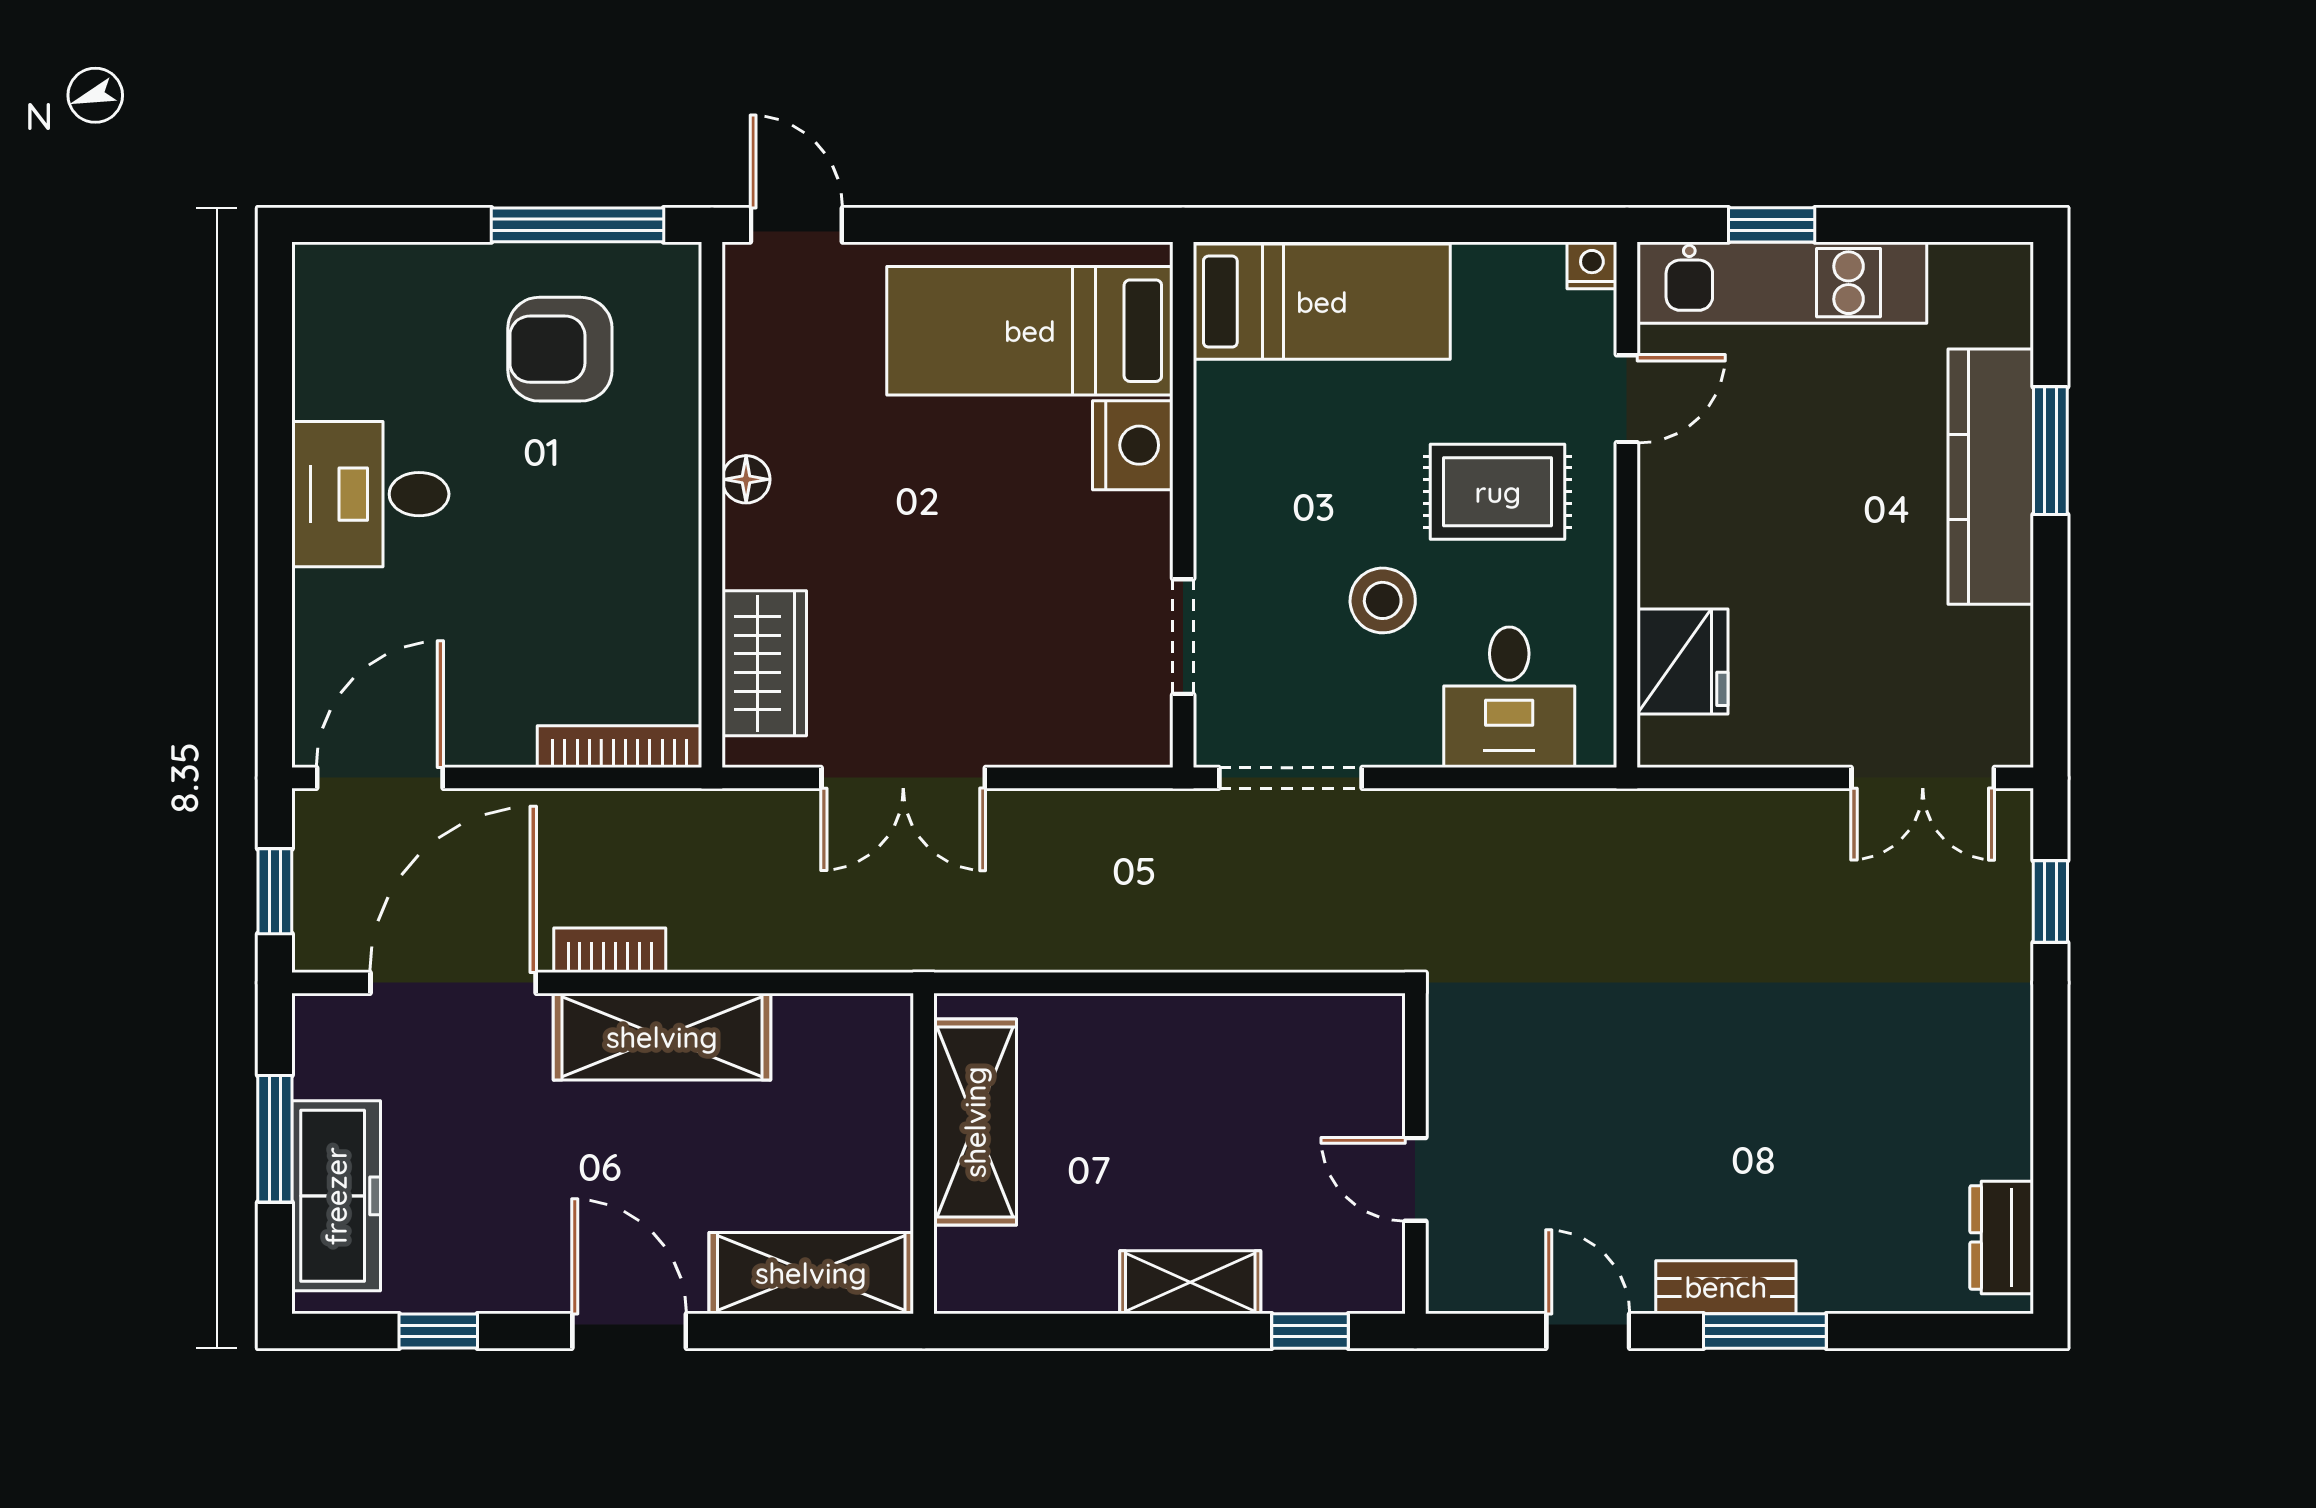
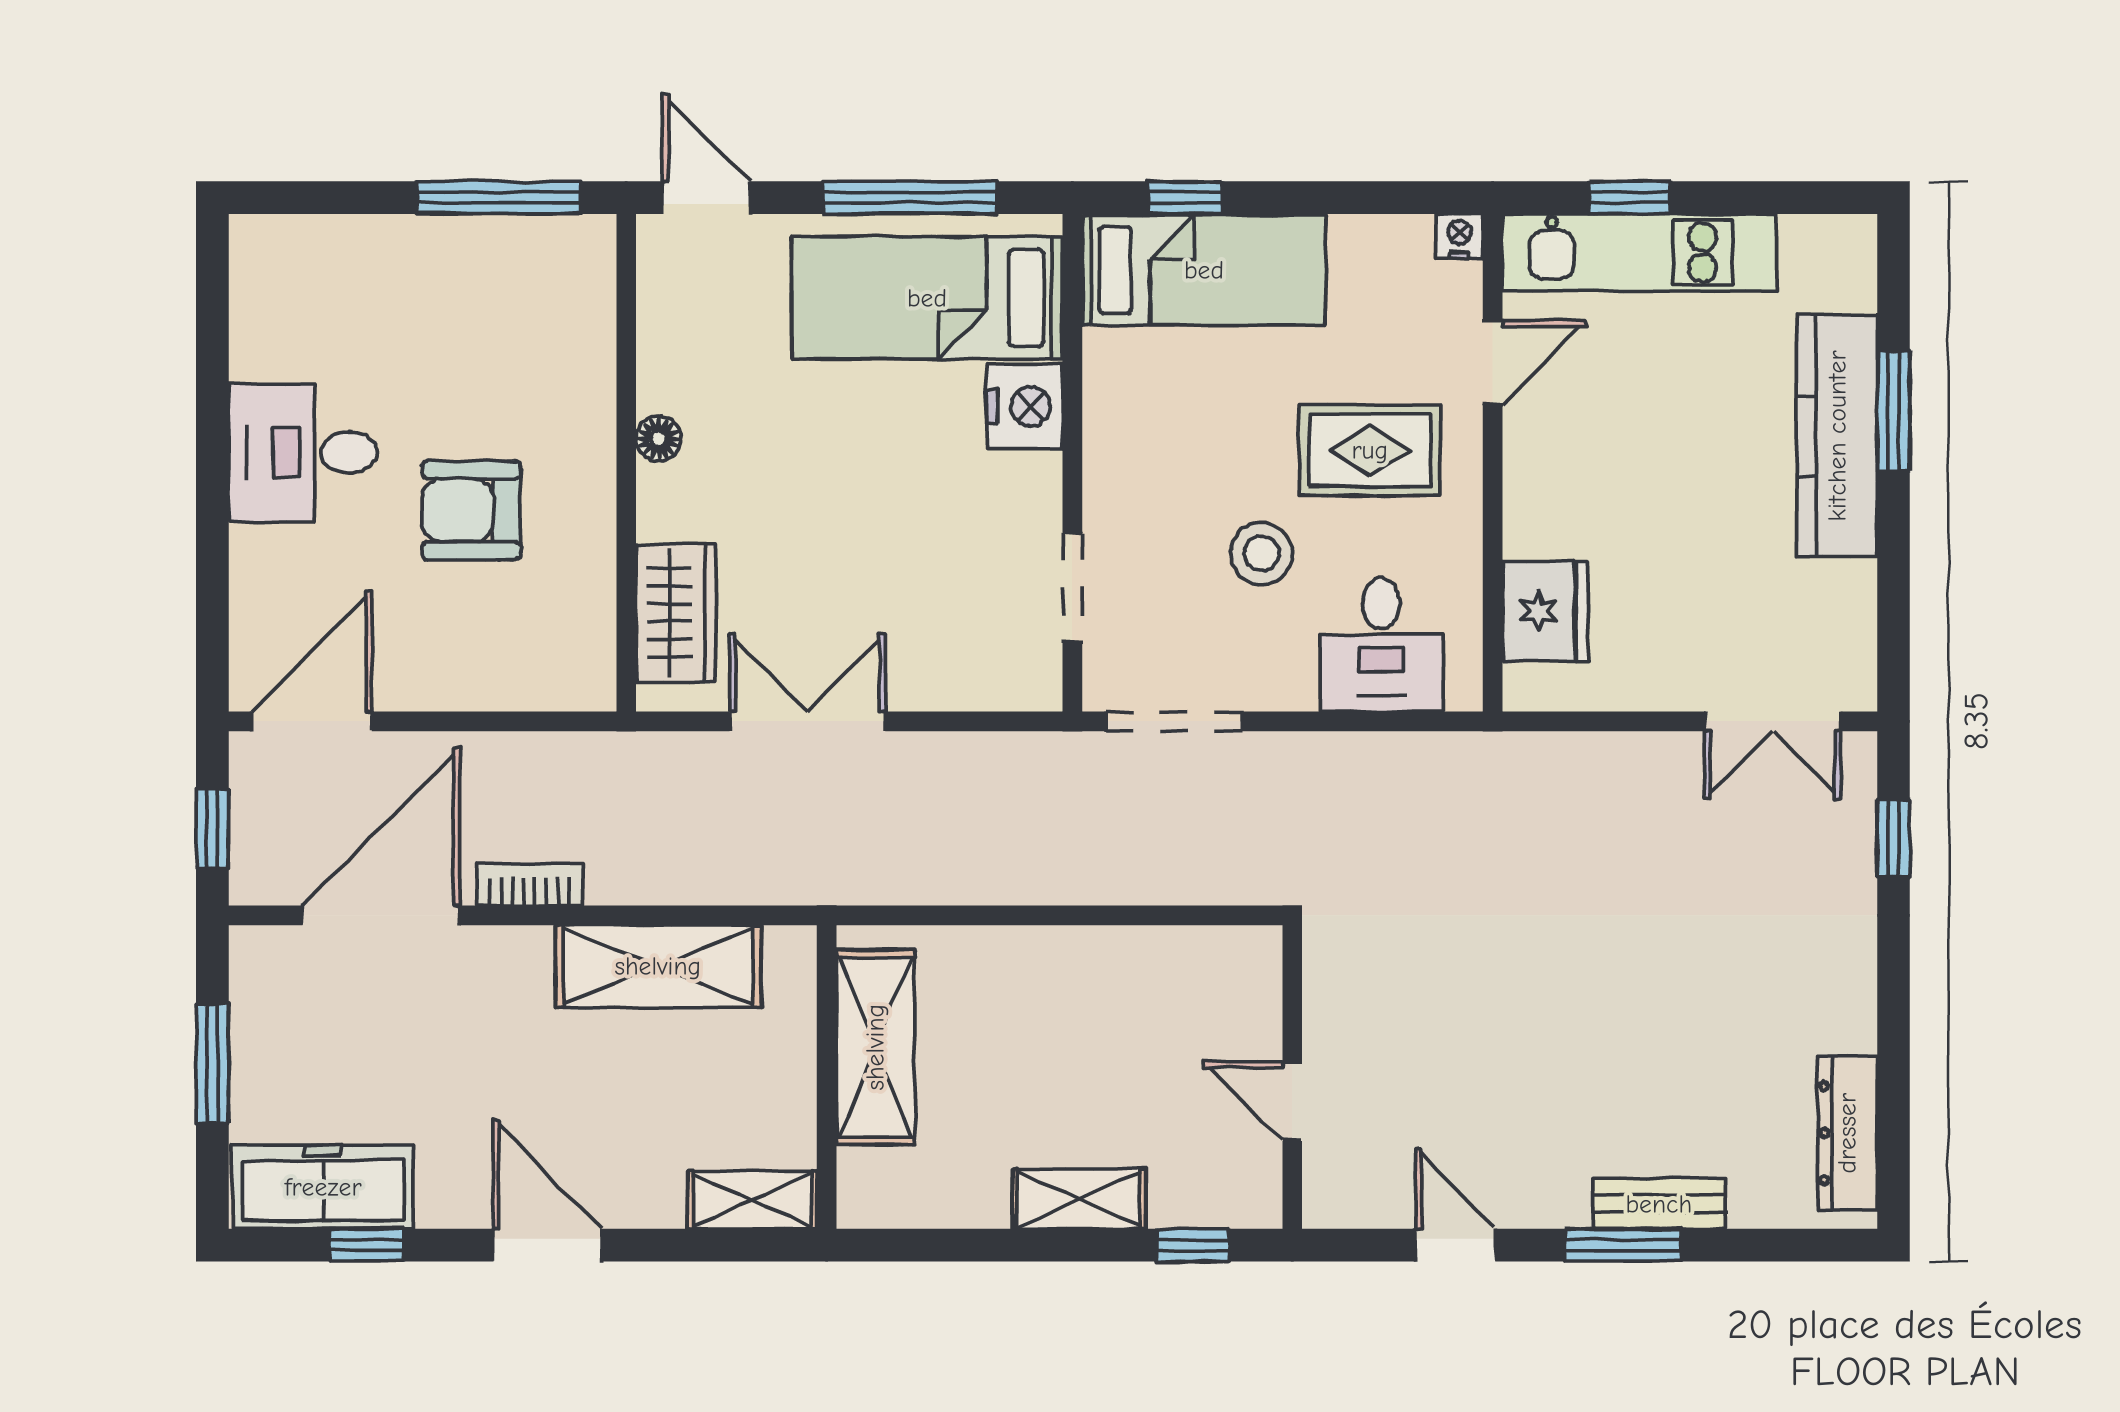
window: (1011, 225) -> (910, 198), added
window: (1302, 225) -> (1185, 198), added
armchair: (560, 349) -> (471, 510), moved
bookcase: (620, 747) -> (539, 692), removed
double door: (903, 778) -> (807, 721), swing flipped
shelving: (662, 1037) -> (658, 966), moved
freezer: (336, 1196) -> (323, 1187), moved, turned -90
dresser: (2002, 1237) -> (1847, 1133), width x1.44
shelving: (811, 1273) -> (752, 1200), width x0.67, depth x0.75
bench: (1726, 1287) -> (1659, 1204), moved

